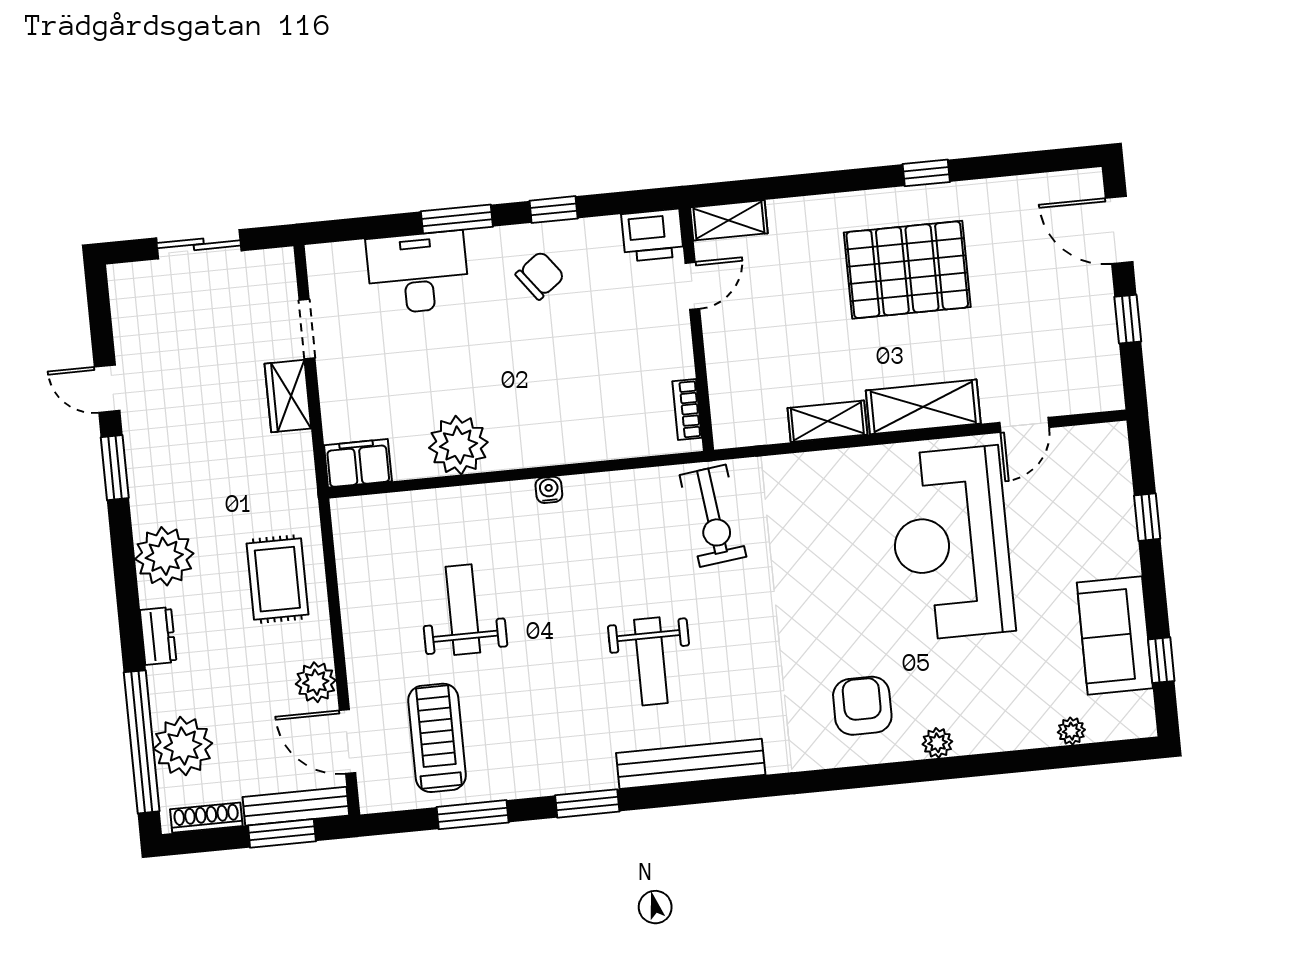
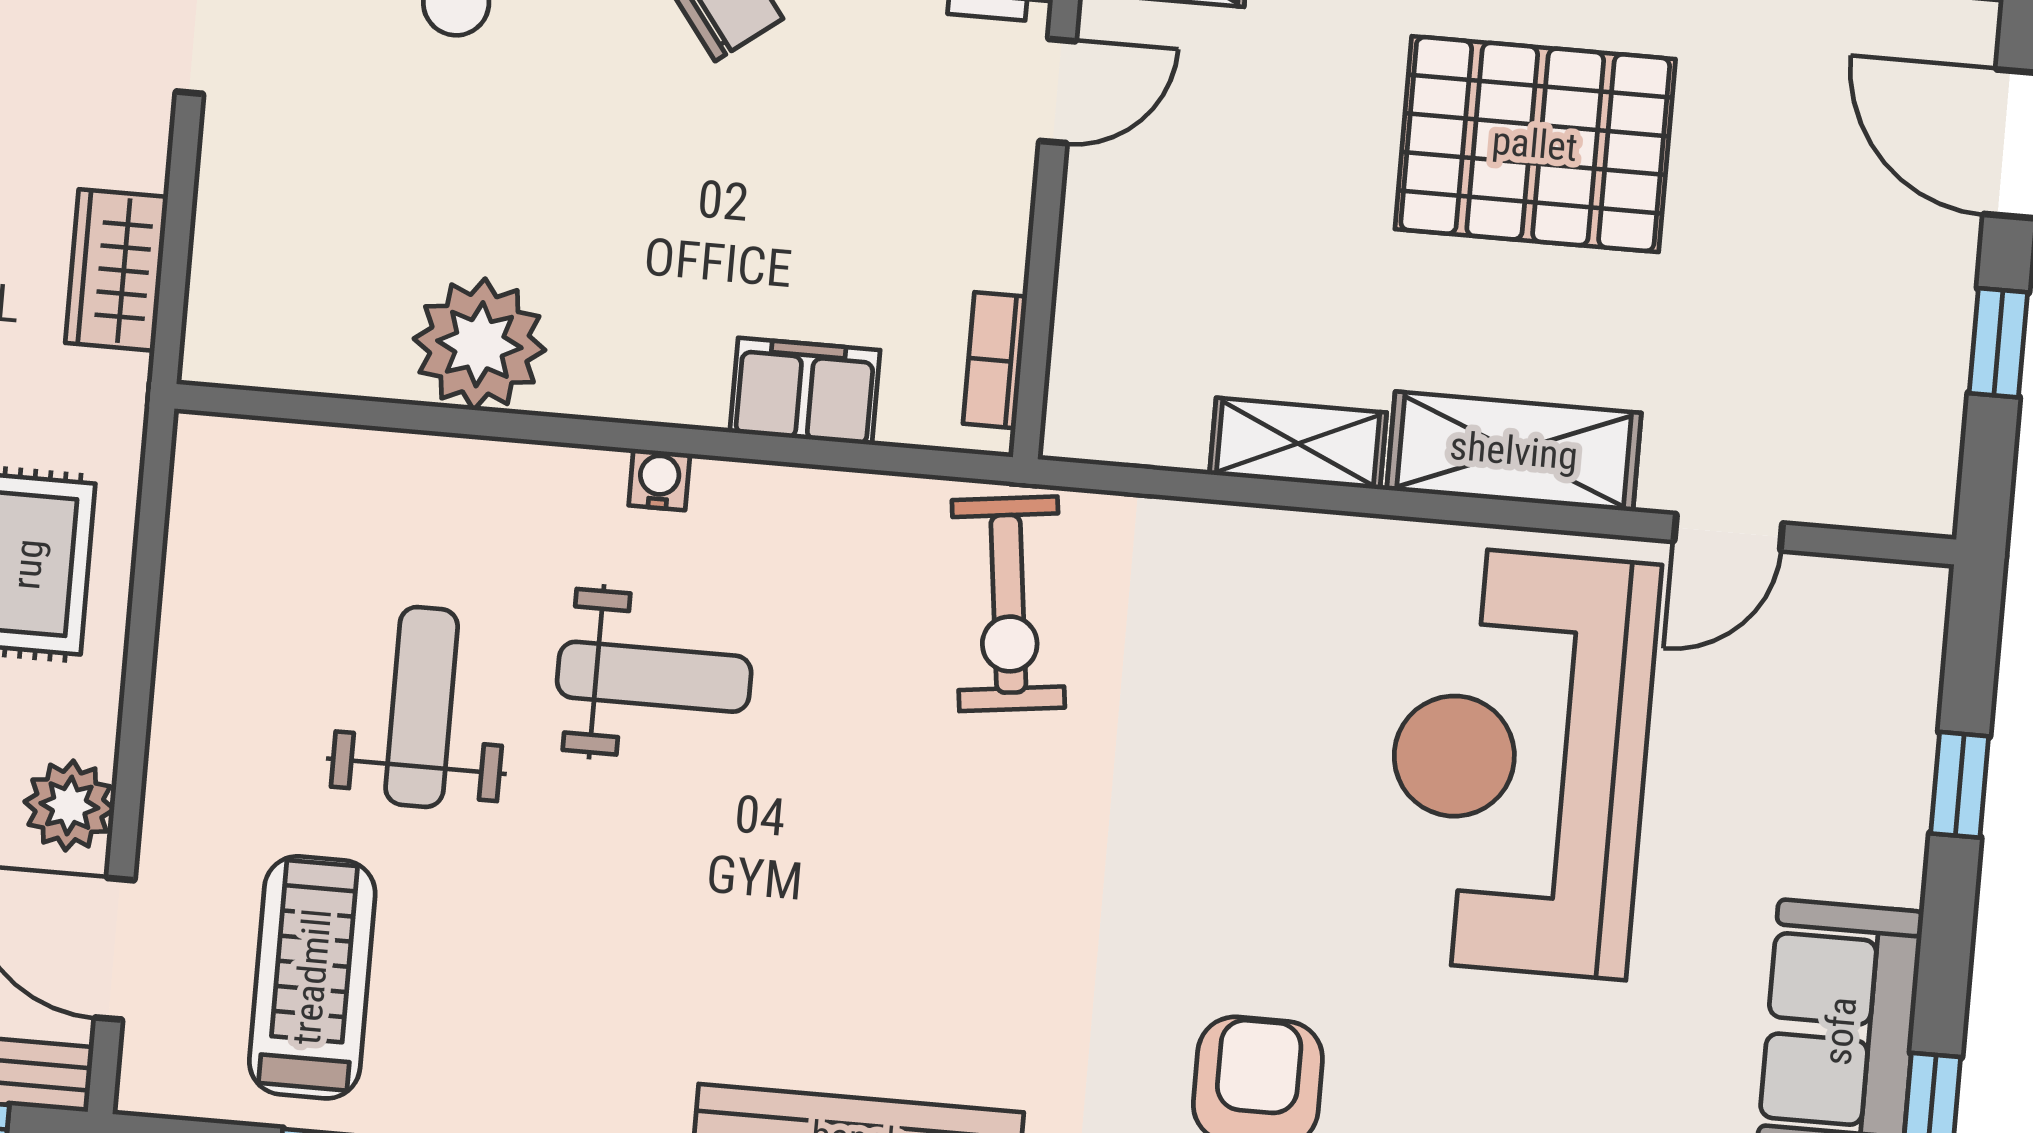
wardrobe: (288, 396) -> (117, 270), moved
filing cabinet: (358, 463) -> (805, 391), moved
weight bench: (651, 661) -> (654, 677), moved, turned -90

